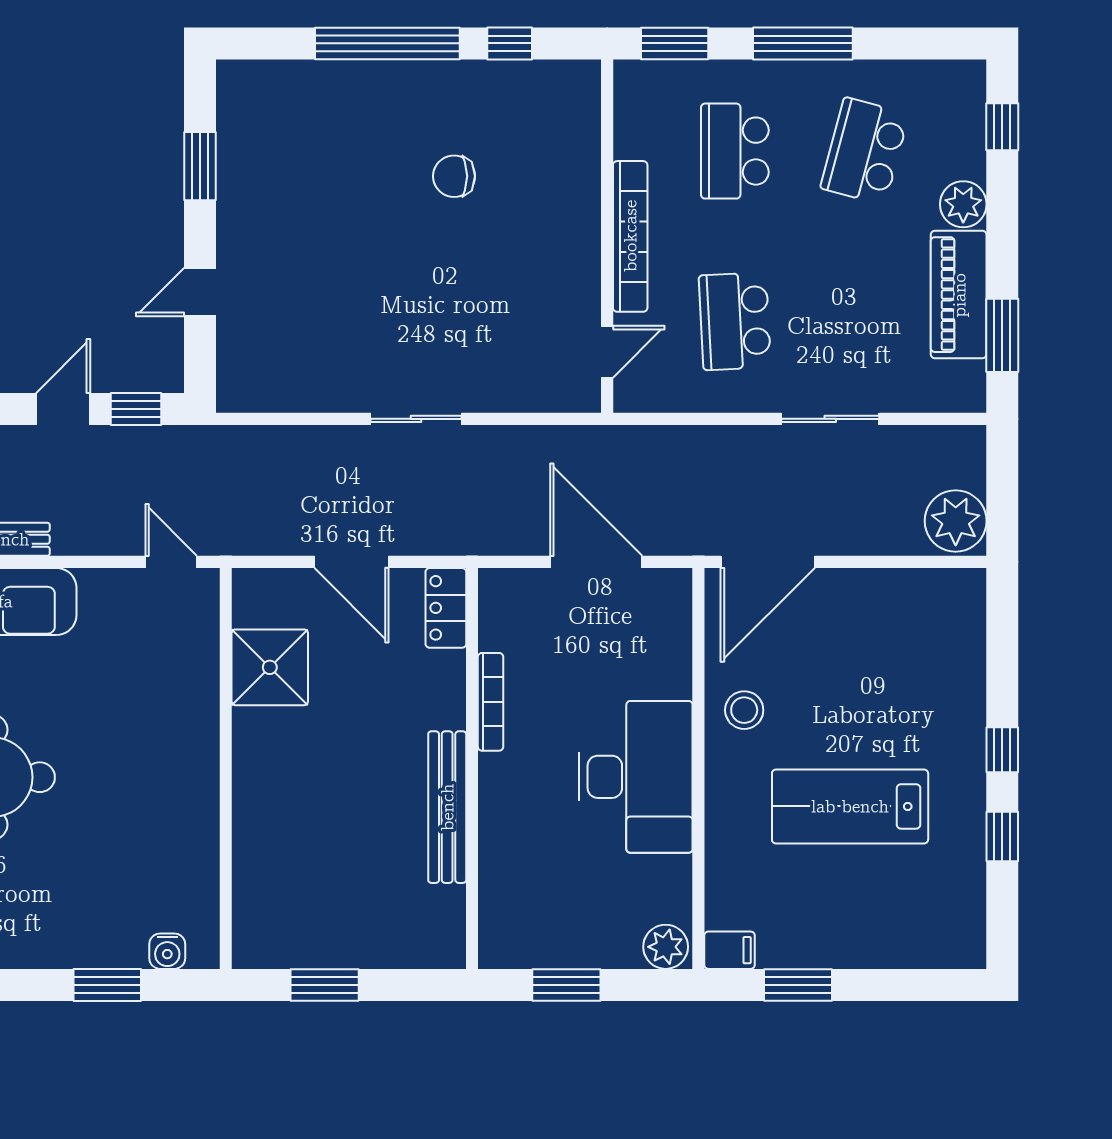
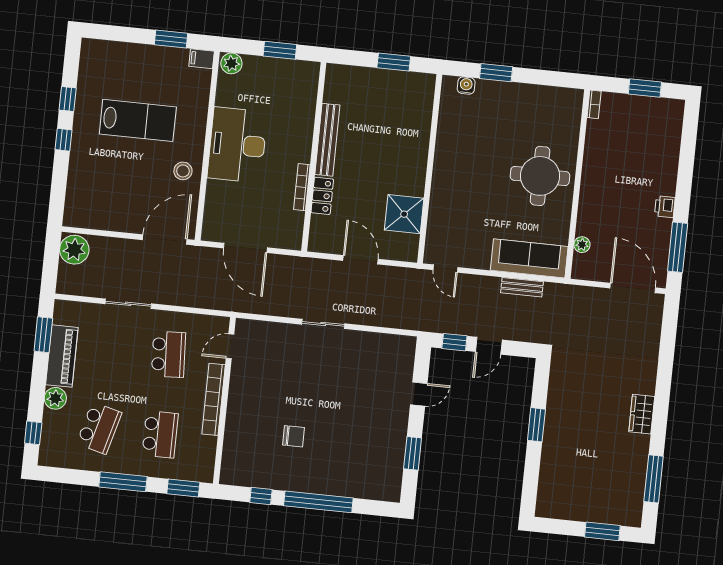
locker: (446, 608) -> (322, 196), moved

